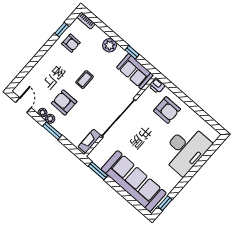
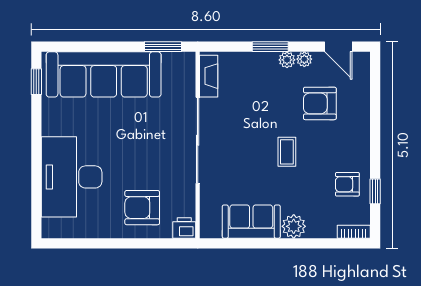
window: (132, 52) -> (256, 243), removed
sofa: (135, 71) -> (251, 222), moved
armchair: (64, 102) -> (320, 103), moved, turned 180

